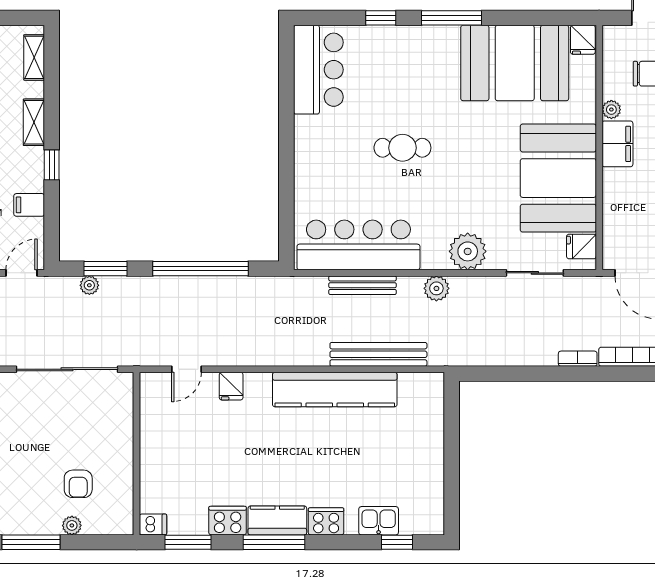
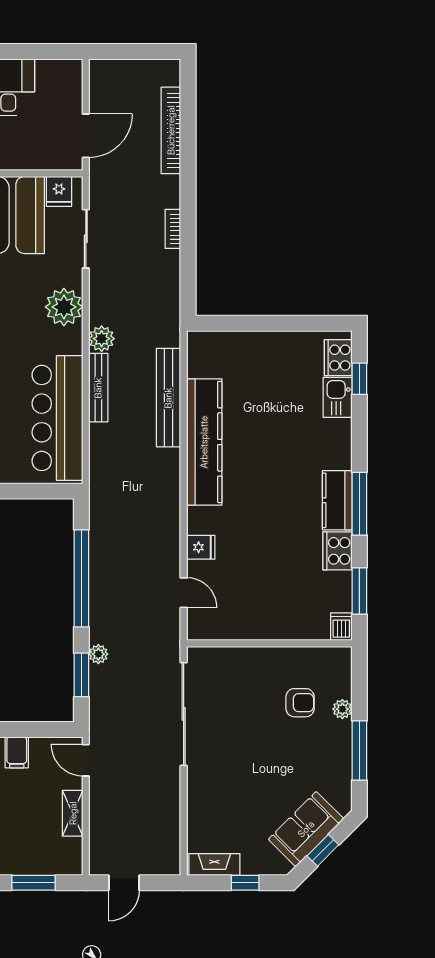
plant: (89, 285) -> (98, 654), moved
bench: (363, 285) -> (98, 388), moved
bookcase: (578, 359) -> (173, 229), moved
cooker: (326, 521) -> (338, 358), moved

